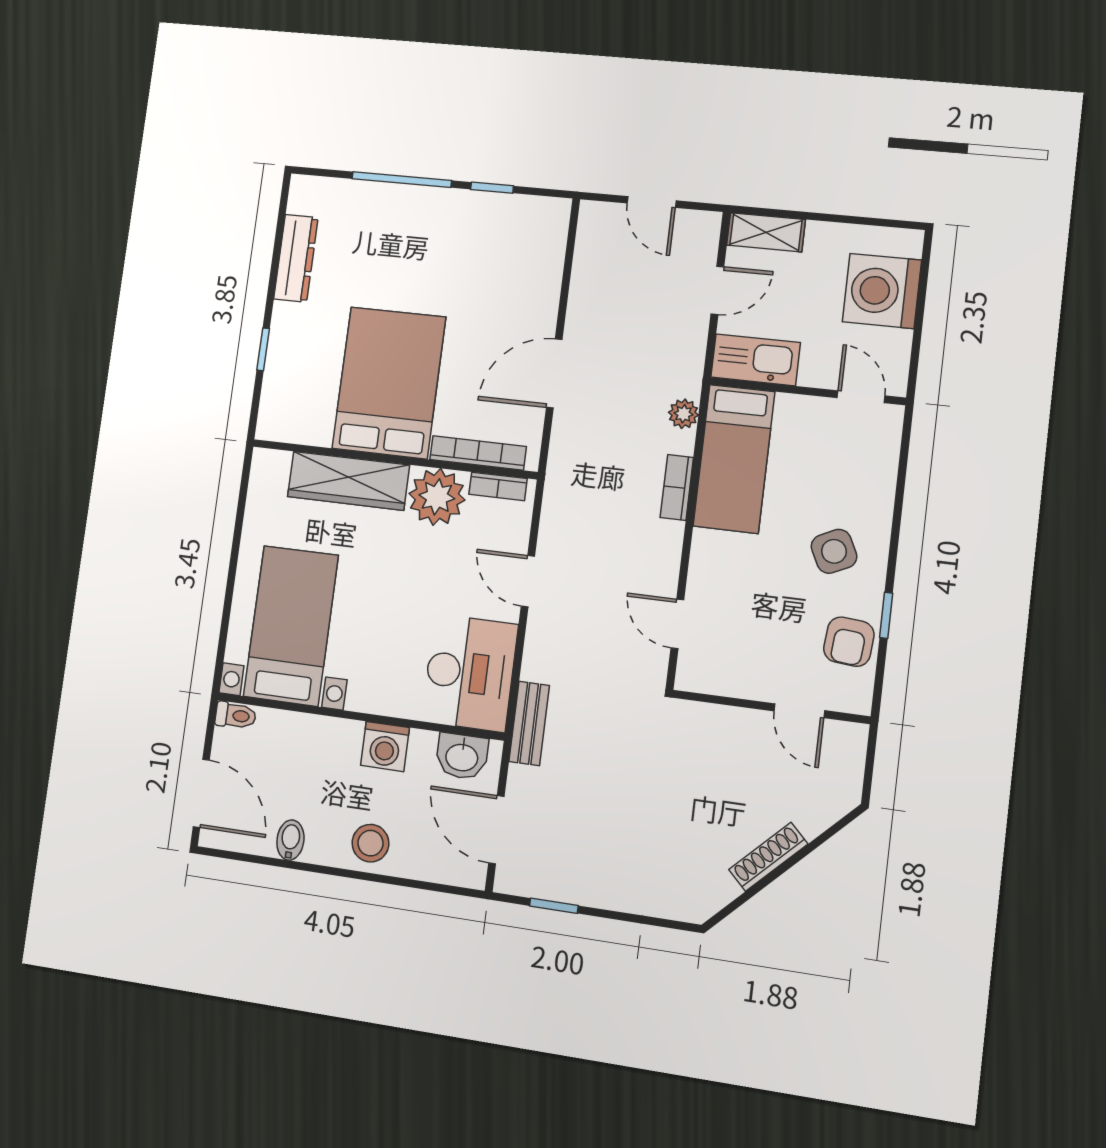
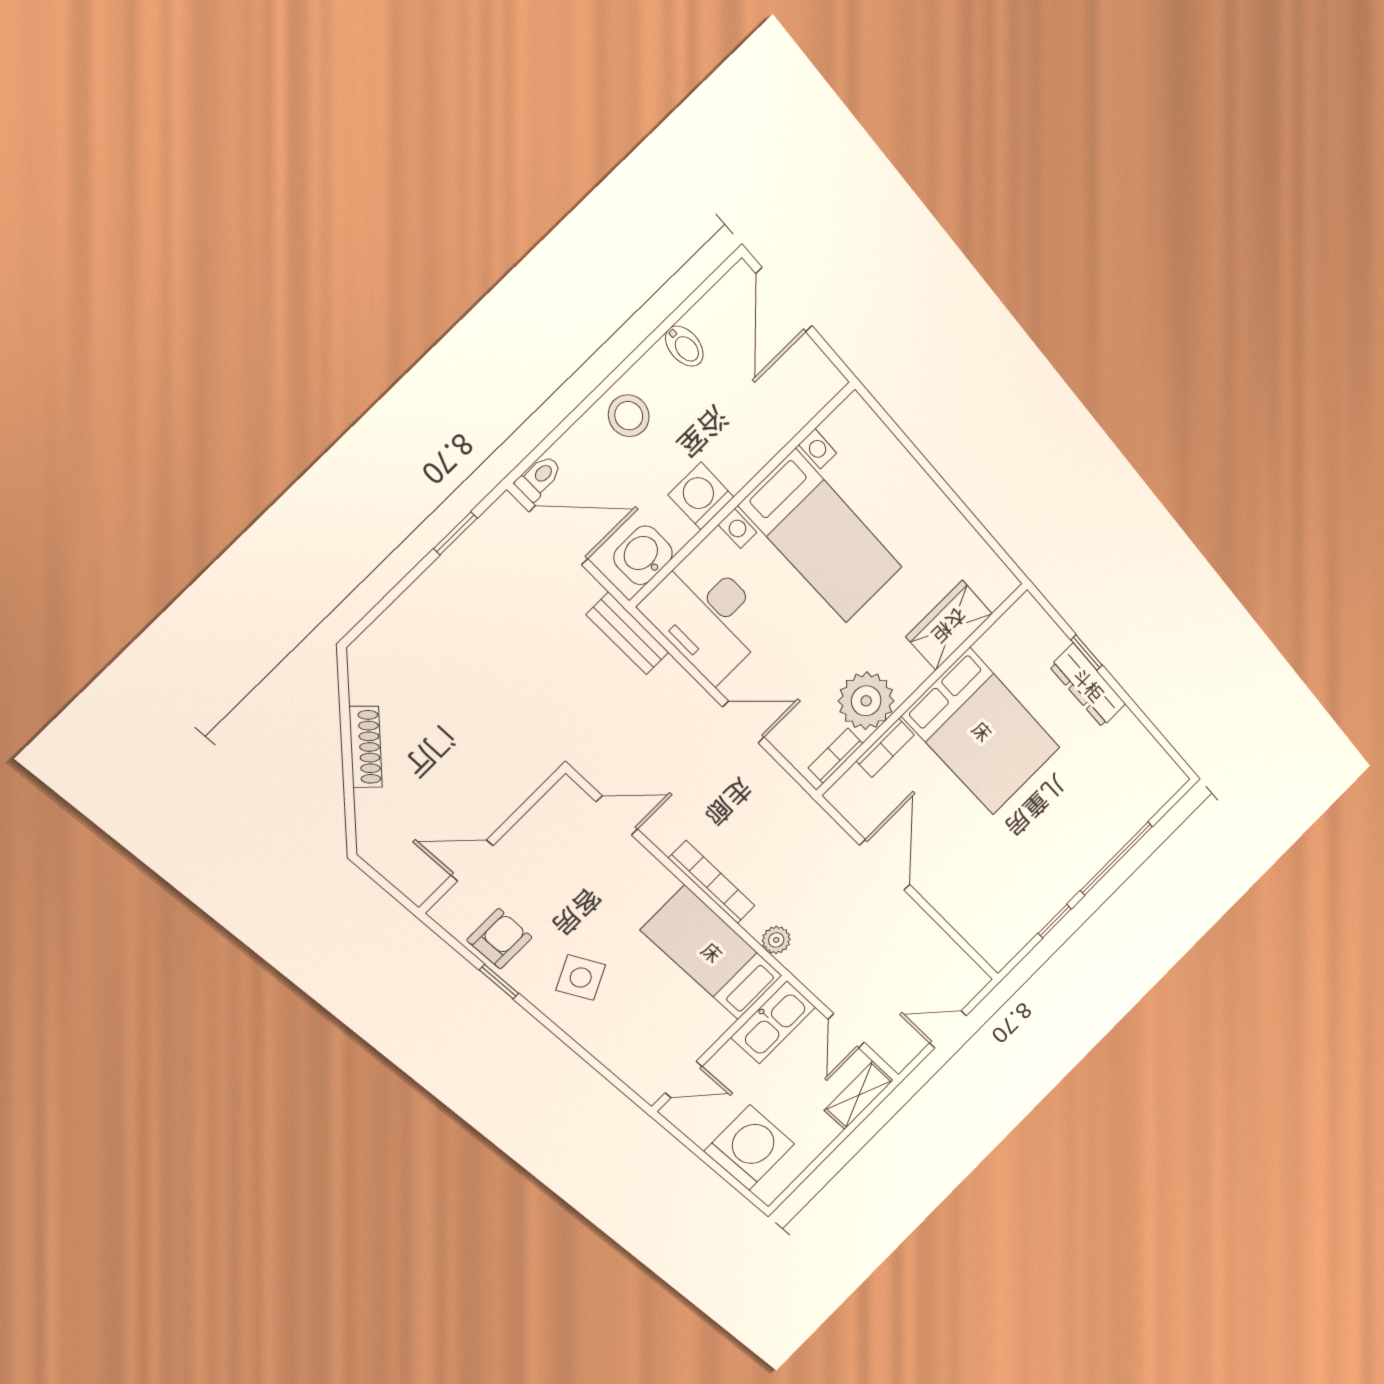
dresser: (296, 258) -> (1088, 685), moved
bookcase: (478, 453) -> (885, 748), width x0.64
wardrobe: (348, 481) -> (949, 625), width x0.67
bookcase: (677, 488) -> (712, 882), width x1.56
bed with nightstands: (291, 626) -> (821, 537), moved
armchair: (849, 642) -> (499, 939), turned 85
toilet: (236, 715) -> (539, 478), moved, turned 180
door: (201, 793) -> (784, 300), hinge flipped

